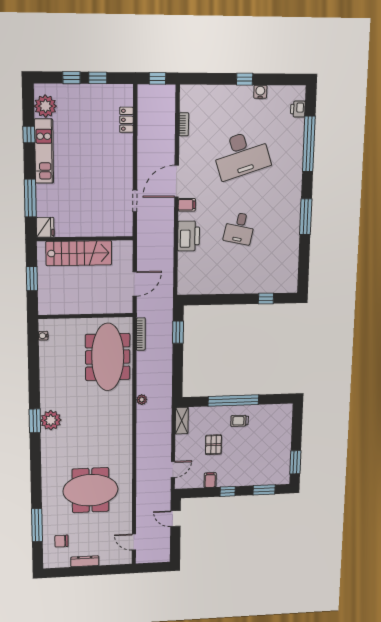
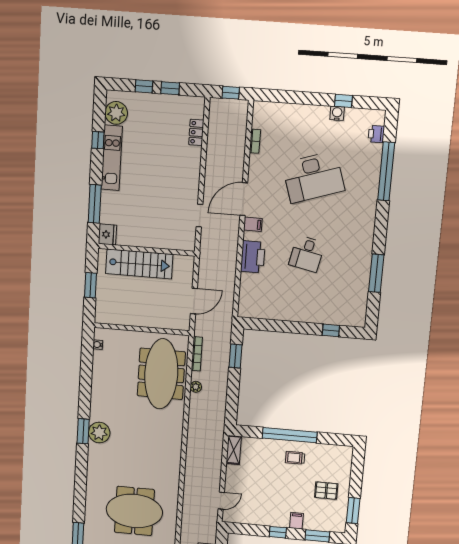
window: (245, 79) -> (343, 101), moved
window: (306, 217) -> (376, 273), moved
plant: (142, 400) -> (196, 387), moved
pallet: (213, 445) -> (326, 491), moved, turned 90
filing cabinet: (210, 480) -> (296, 521), moved

